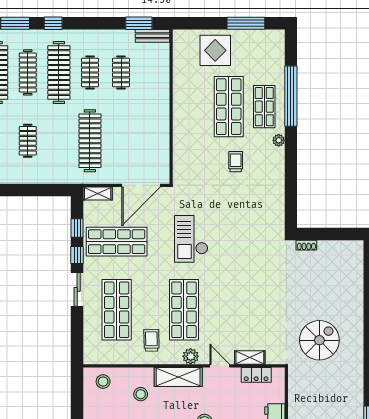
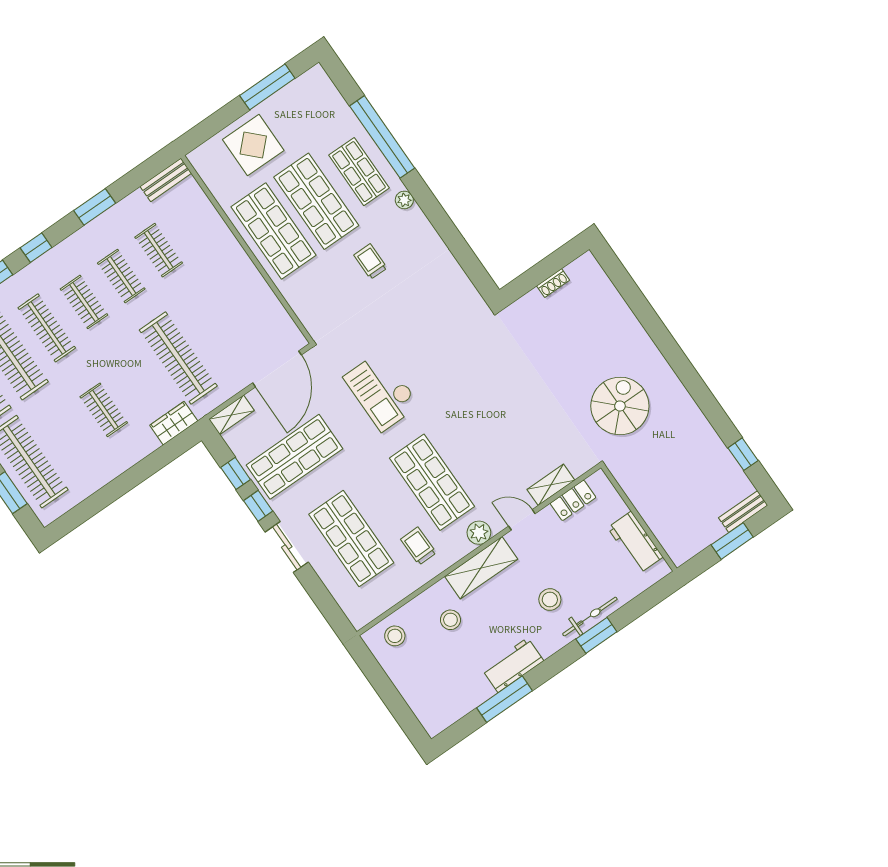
window: (139, 23) -> (95, 207), moved
clothes rail: (59, 72) -> (84, 302), width x0.54, depth x0.76
shop shelf: (193, 107) -> (274, 231), added
wardrobe: (62, 176) -> (174, 423), added
shoe rack: (306, 245) -> (553, 283), moved

